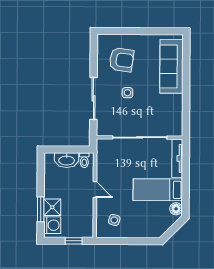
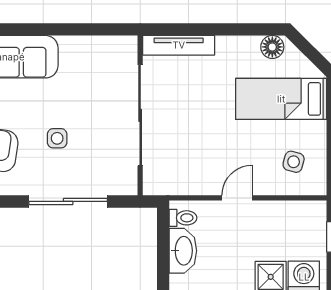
bed: (158, 190) -> (281, 99), moved, turned 90

